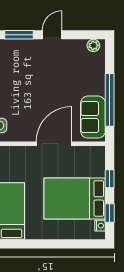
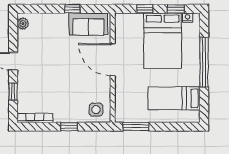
window: (19, 35) -> (13, 91), width x0.67
window: (110, 100) -> (73, 9), width x0.32
window: (51, 244) -> (204, 62), added

